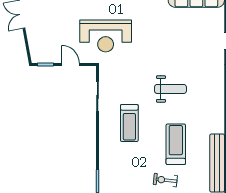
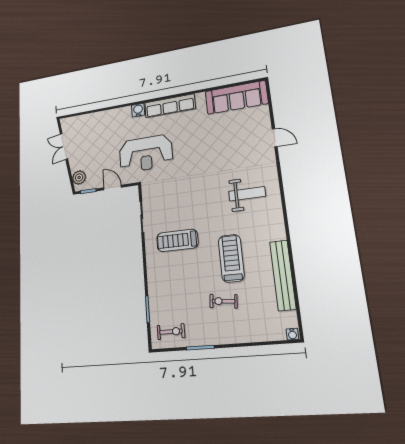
plant: (36, 49) -> (79, 177), added
weight bench: (170, 89) -> (247, 194), moved
treadmill: (129, 123) -> (177, 240), turned 90

